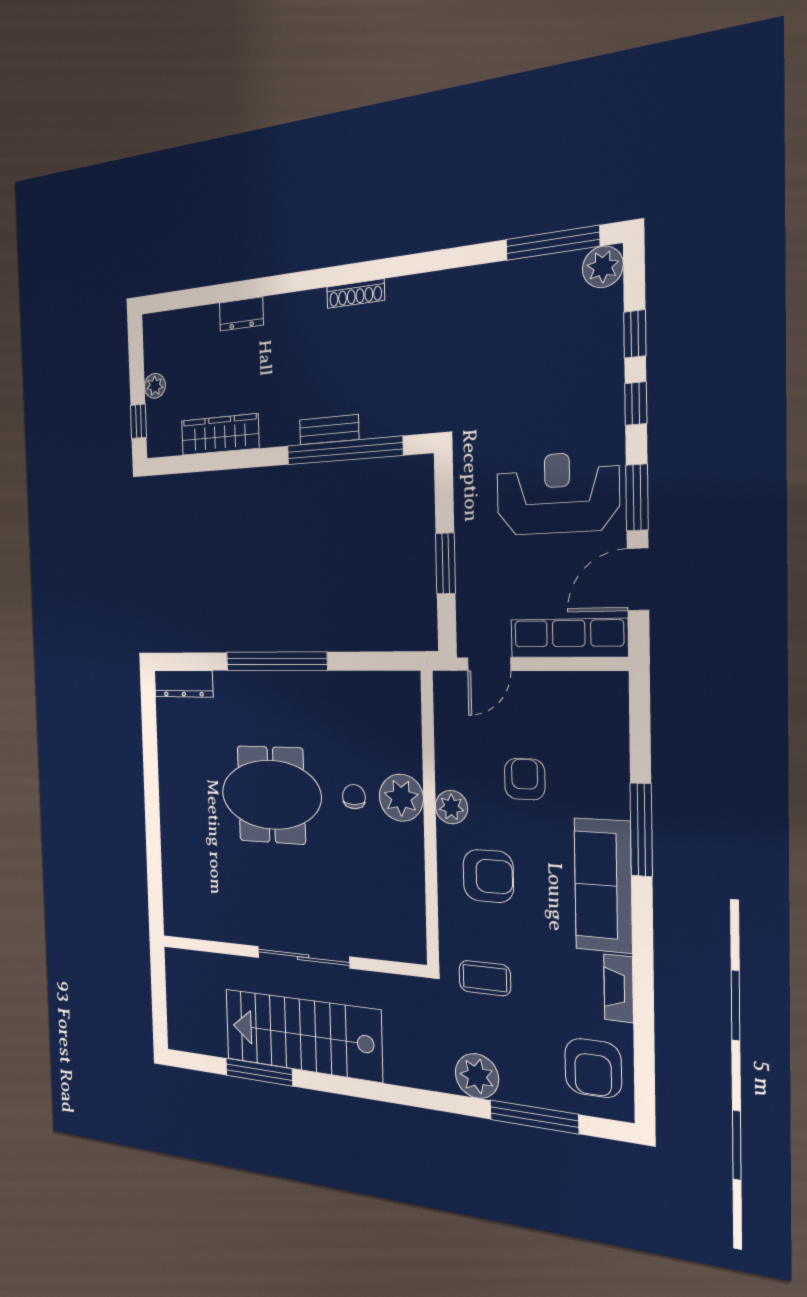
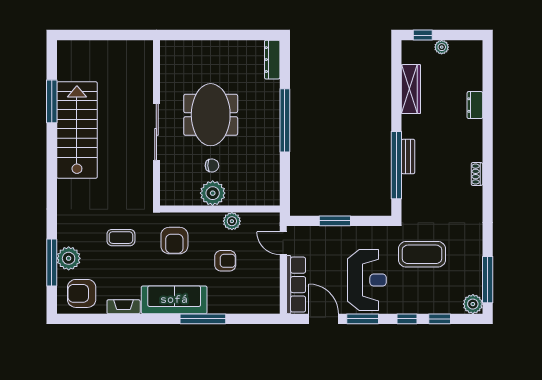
shoe rack: (356, 294) -> (477, 174), width x0.70
coffee table: (505, 385) -> (422, 254), added
plant: (451, 807) -> (232, 221), moved
wall: (289, 955) -> (156, 123), moved
sliding door: (303, 957) -> (156, 132), moved
coffee table: (485, 978) -> (121, 238), turned 90
plant: (477, 1076) -> (69, 258), moved

